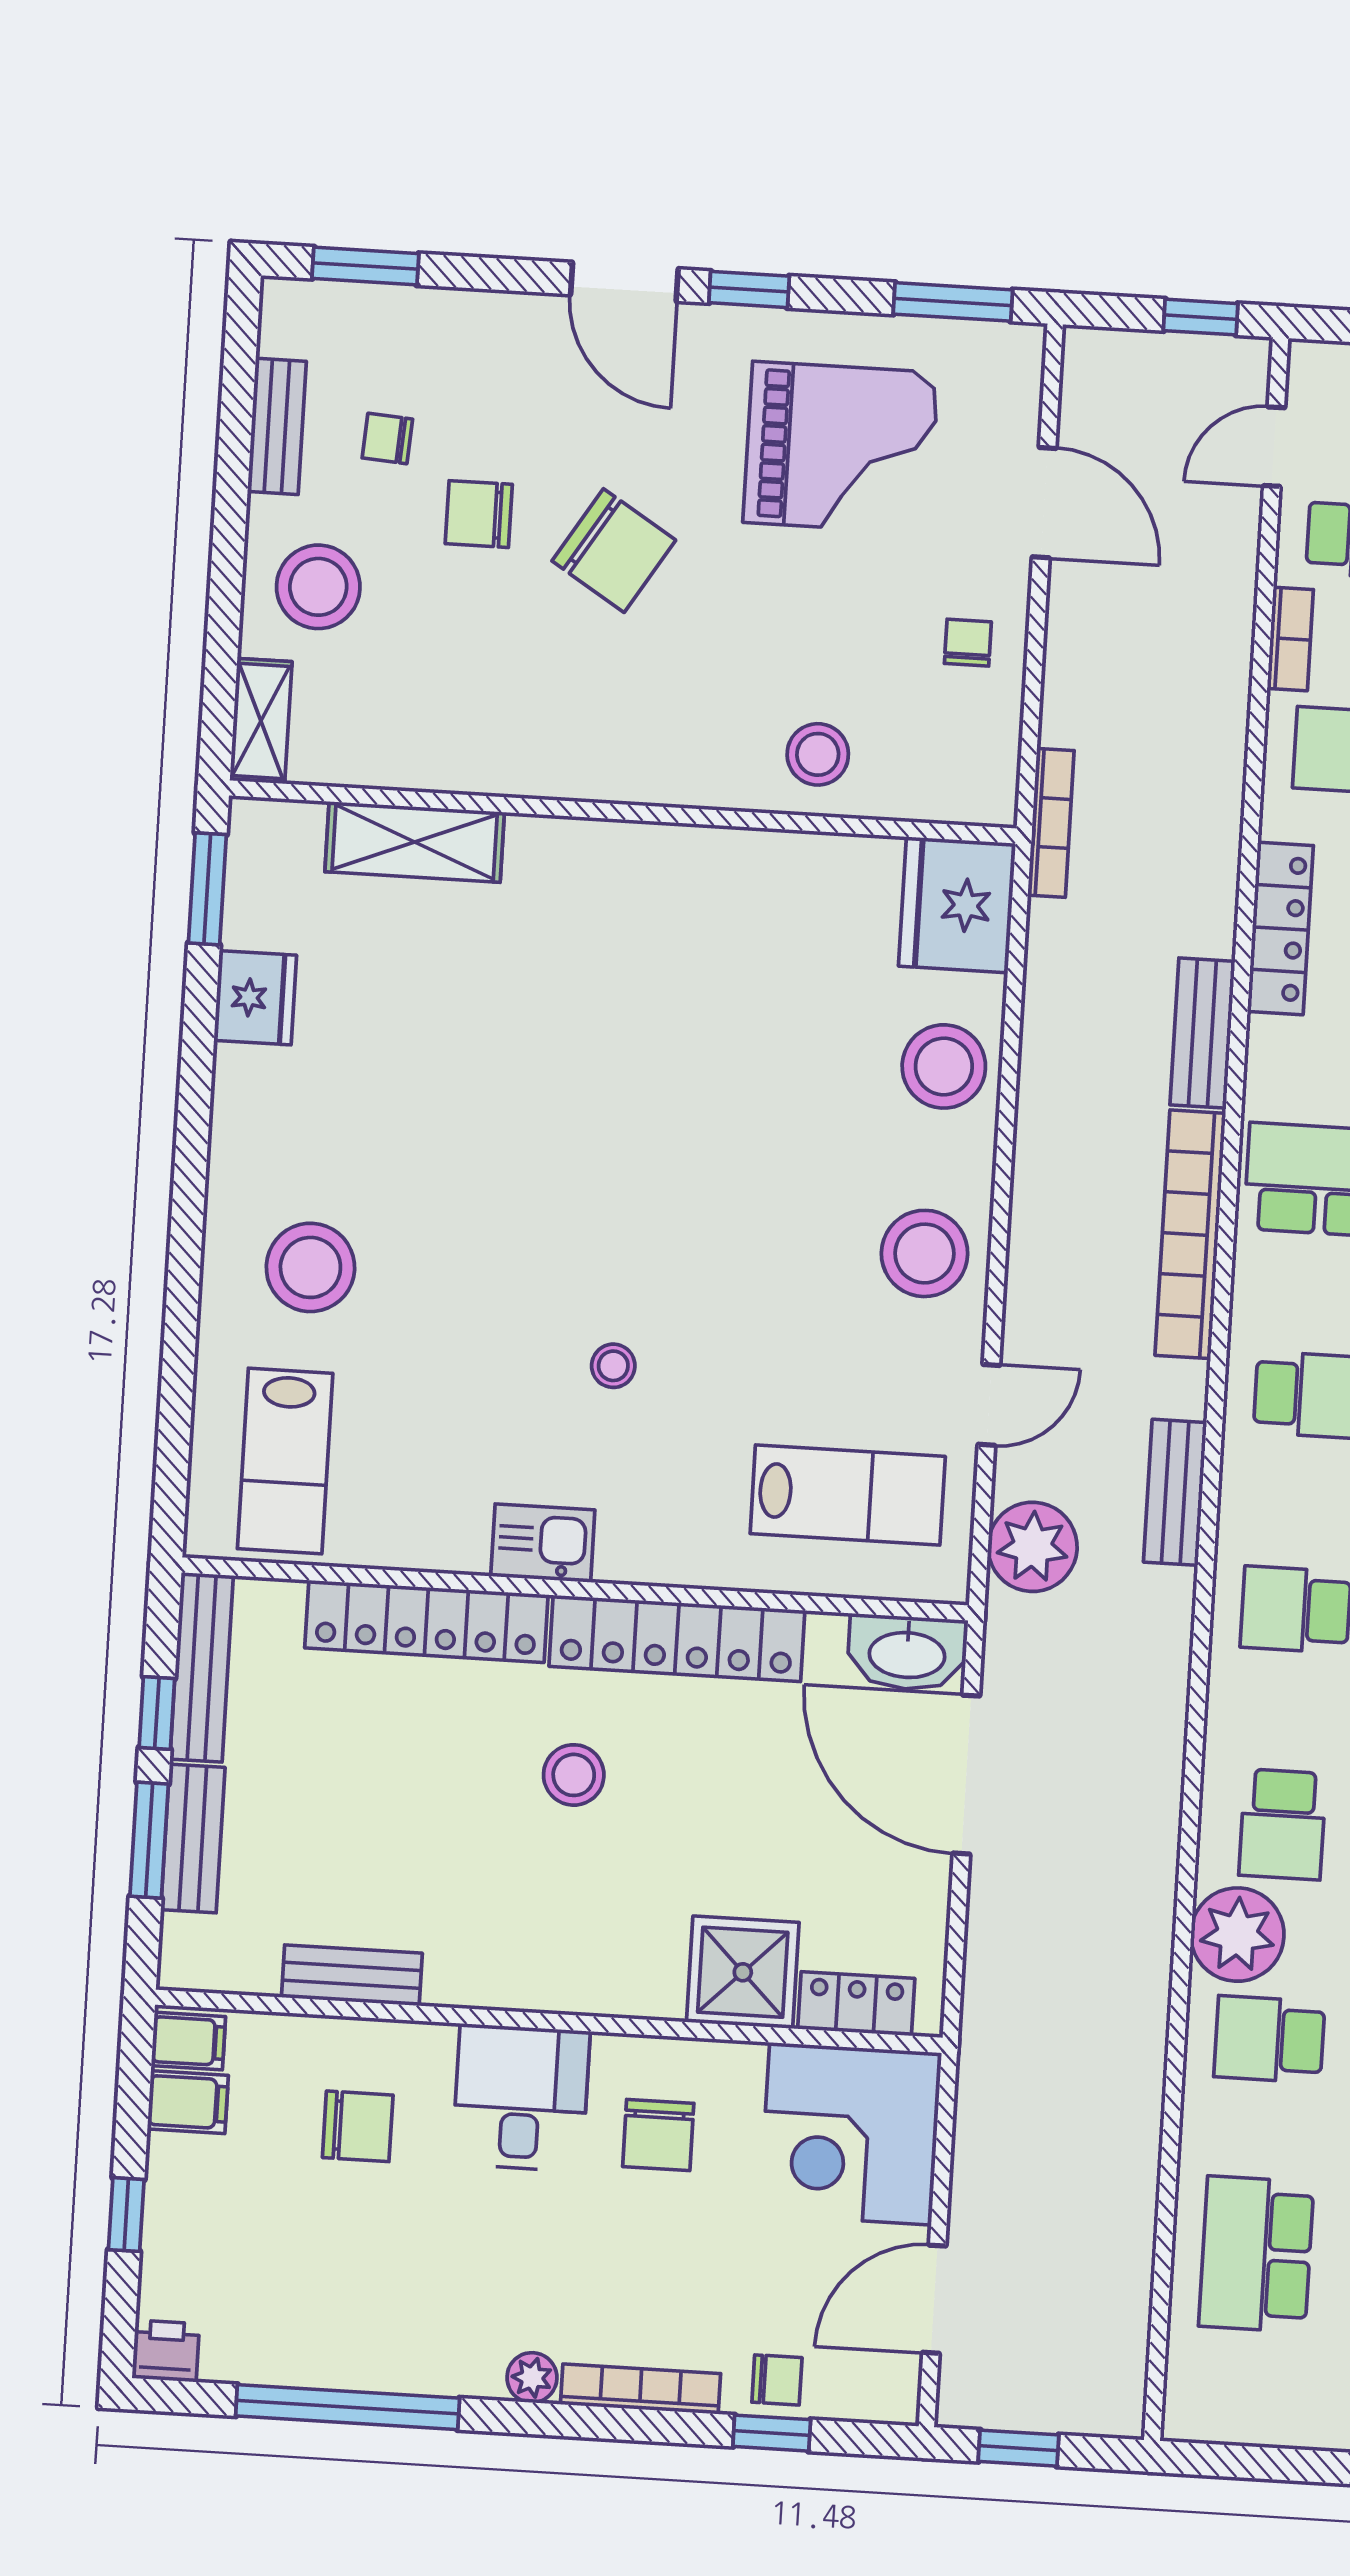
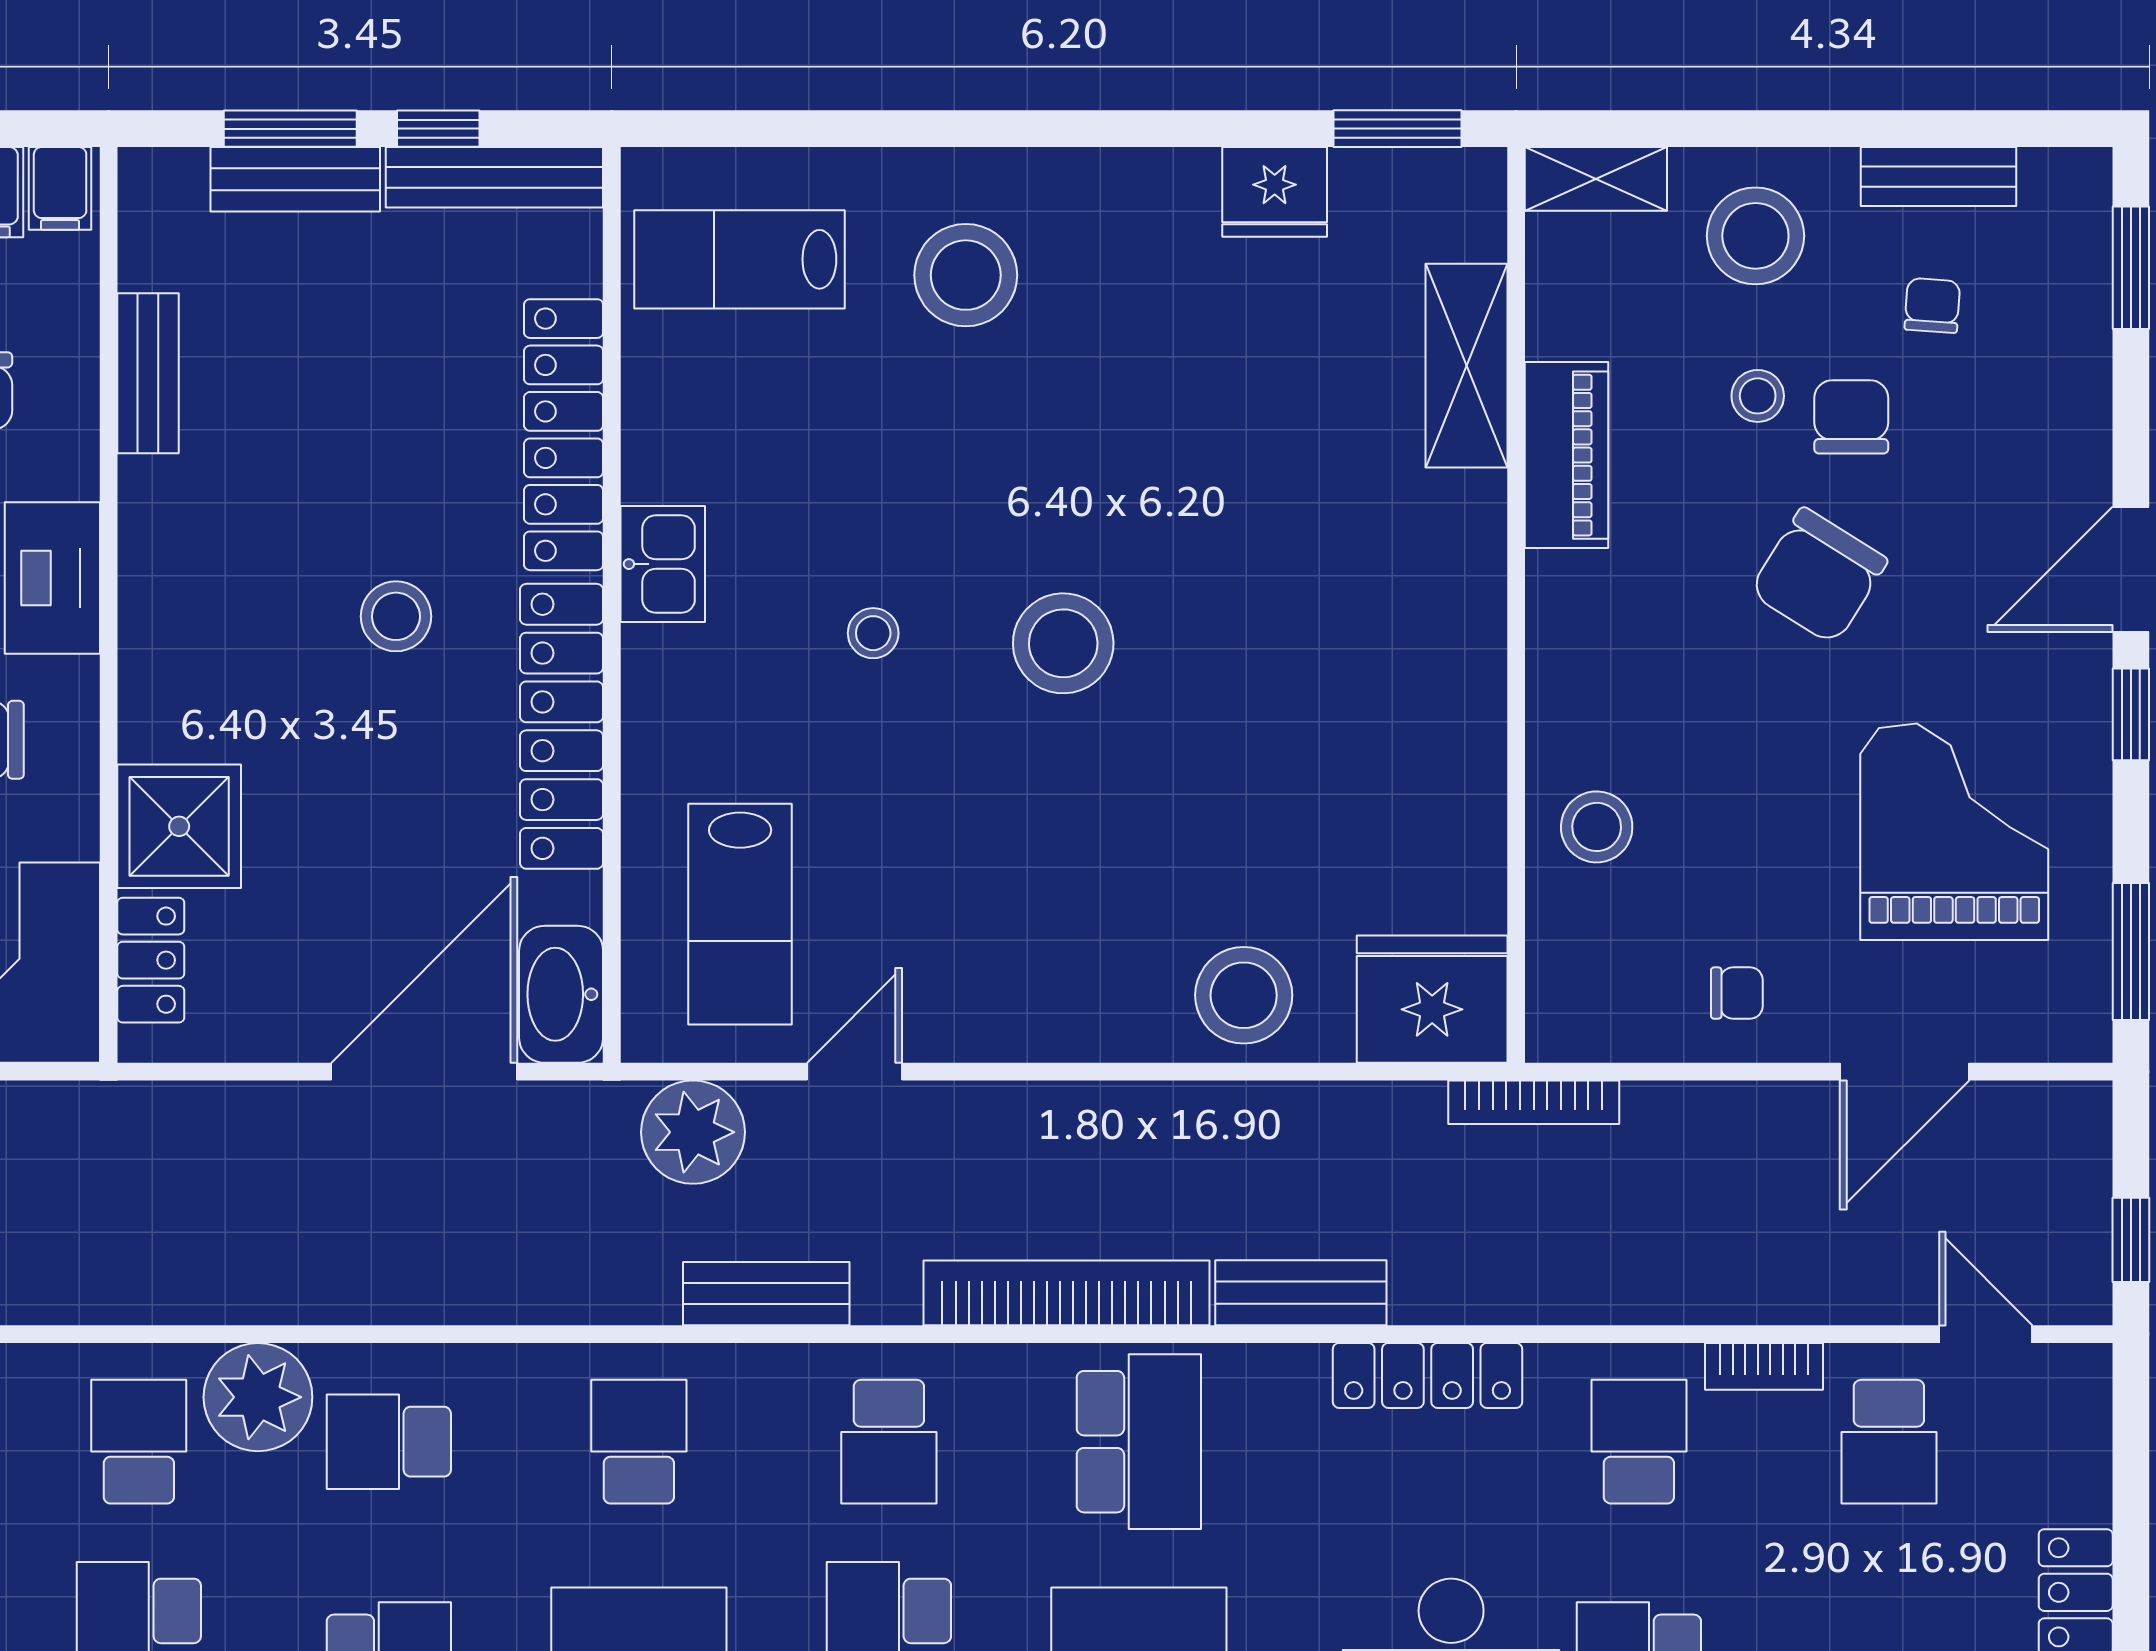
grand piano: (841, 447) -> (1954, 832), turned 180
stool: (456, 593) -> (1758, 396), added
piano: (497, 761) -> (1566, 455), added
stool: (925, 1253) -> (1063, 643), moved
door: (989, 1405) -> (854, 1072), swing flipped

